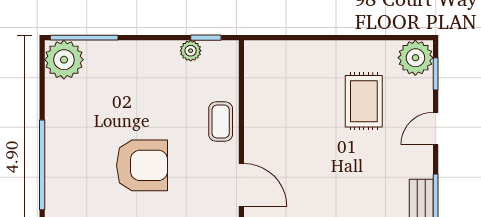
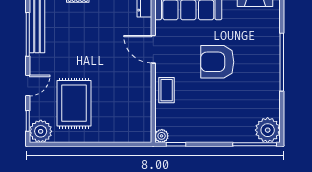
plant: (191, 51) -> (162, 136), moved
rug: (364, 101) -> (74, 103), width x1.36, depth x1.43

